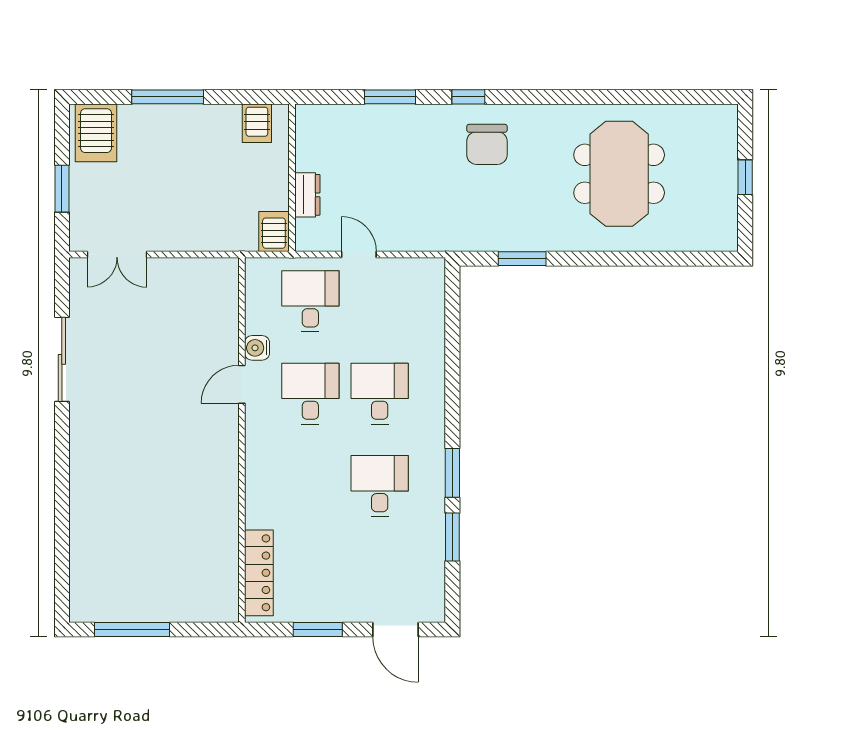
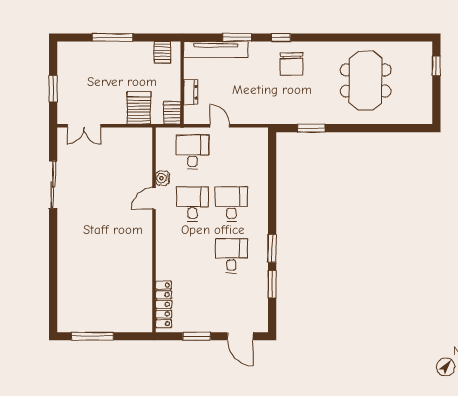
tv unit: (352, 119) -> (216, 50), added
server rack: (96, 133) -> (139, 108), moved, turned 180
window: (745, 177) -> (436, 66), moved

